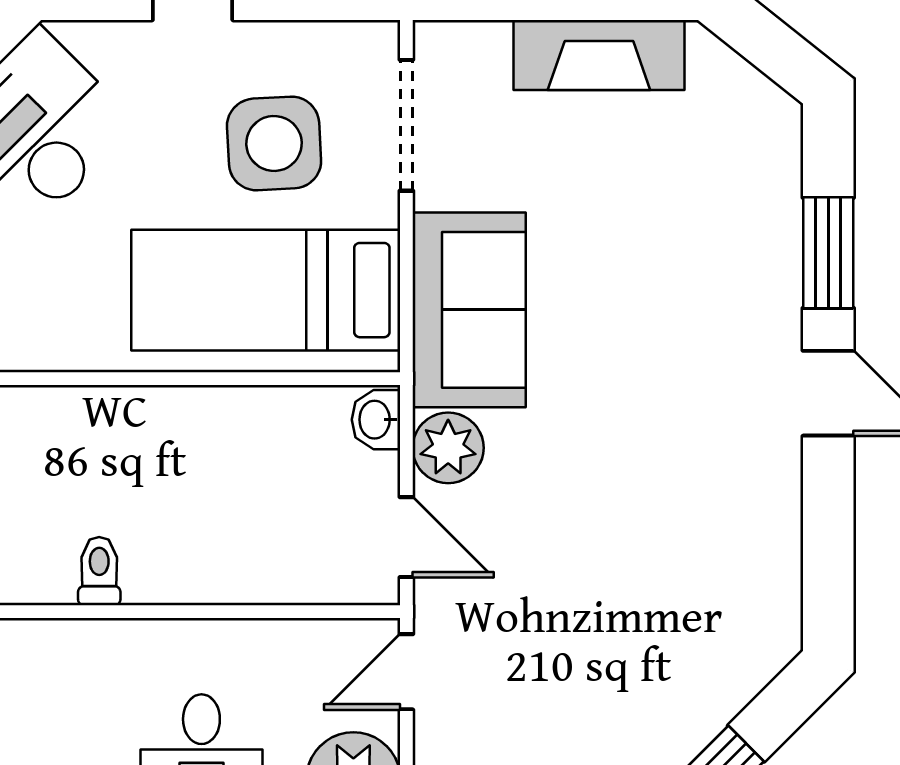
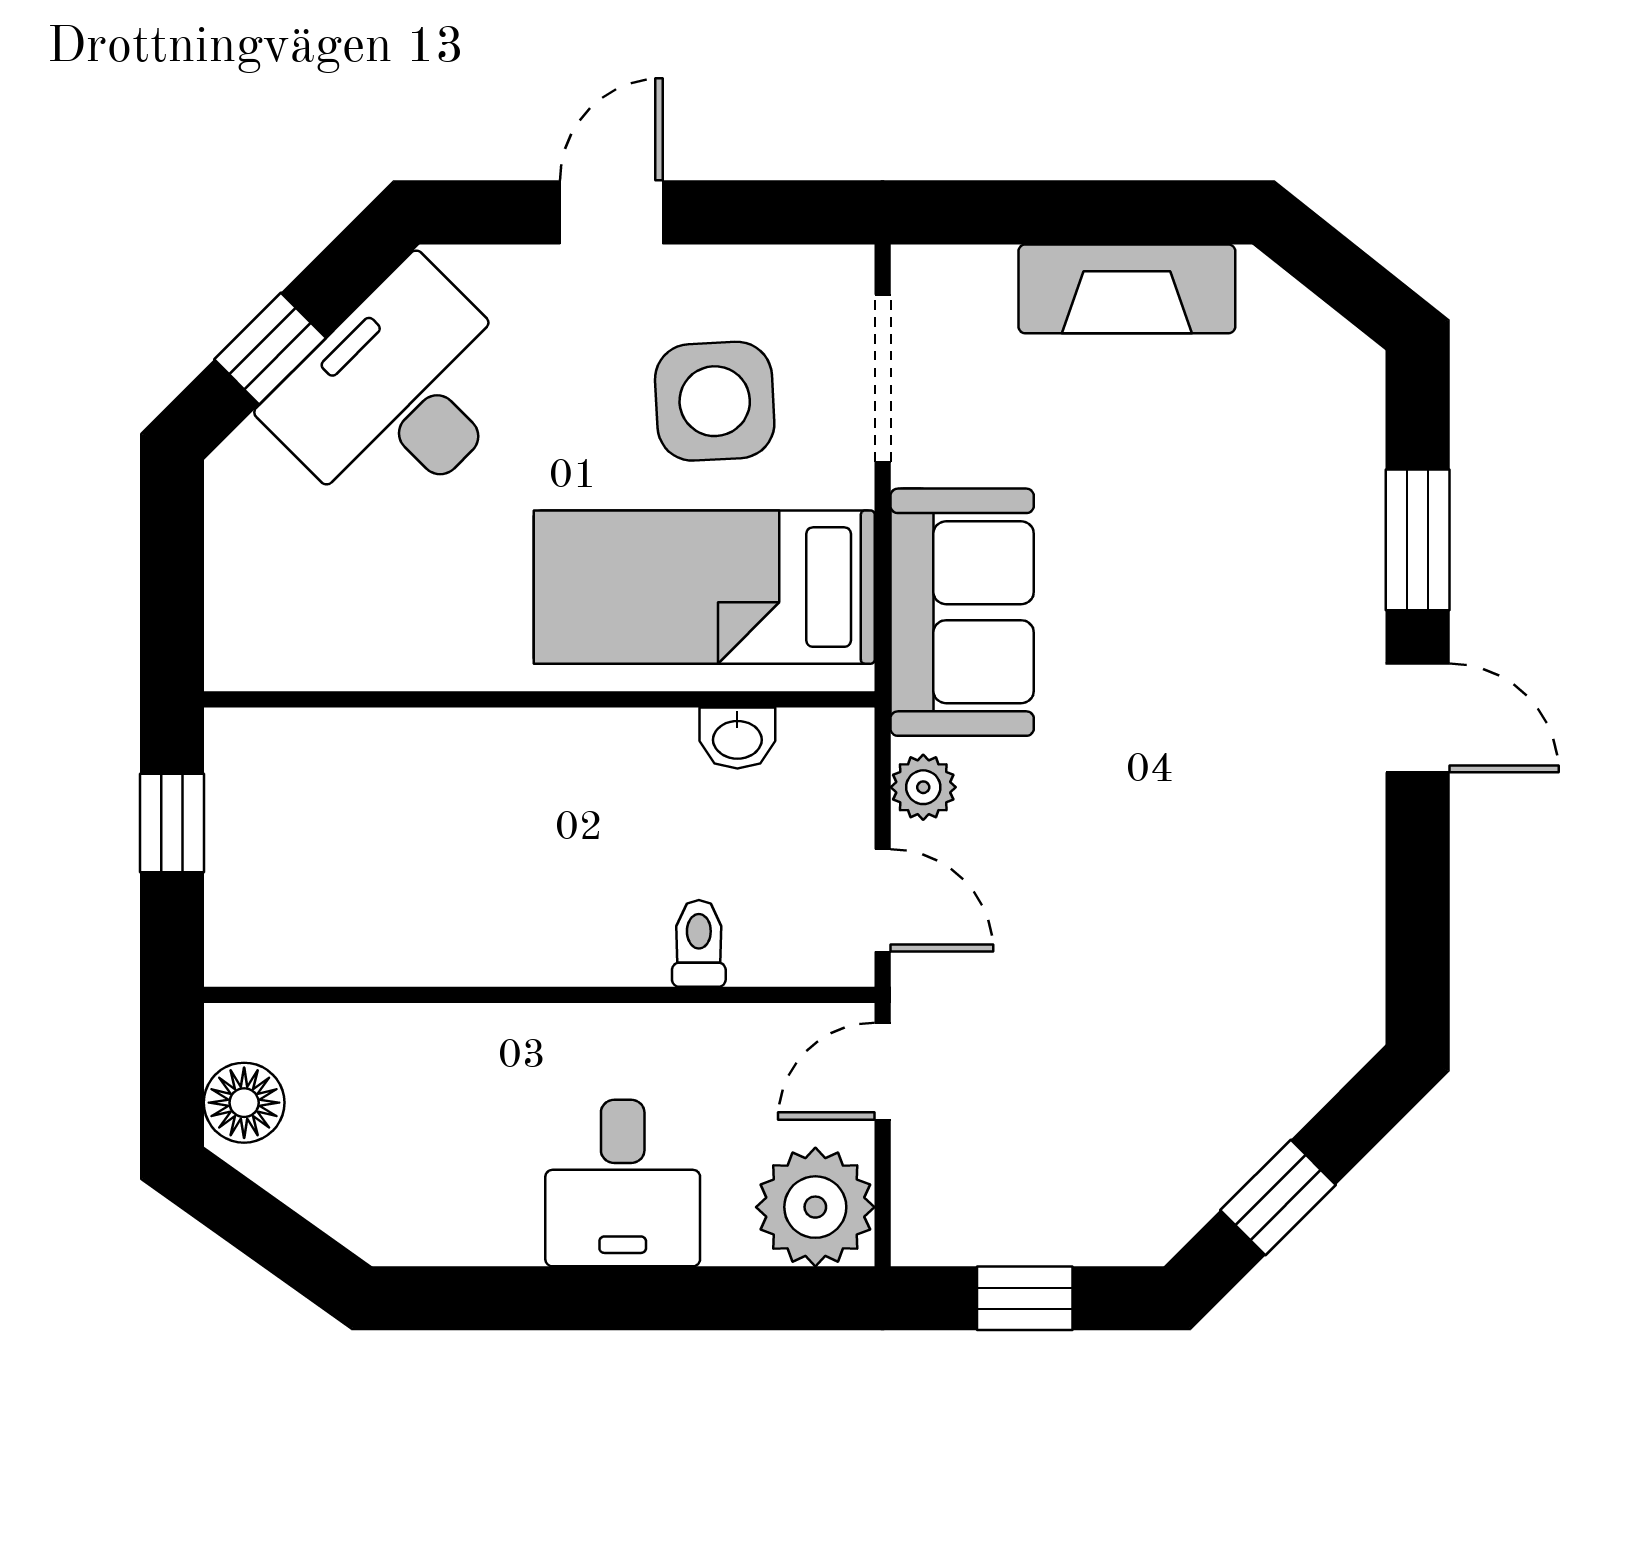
washbasin: (376, 420) -> (737, 738), moved, turned -90
plant: (448, 448) -> (923, 787), width x0.73, depth x0.73
toilet: (99, 571) -> (699, 943), moved

